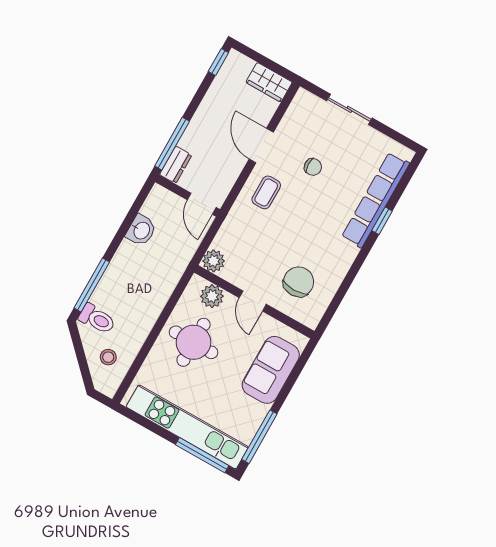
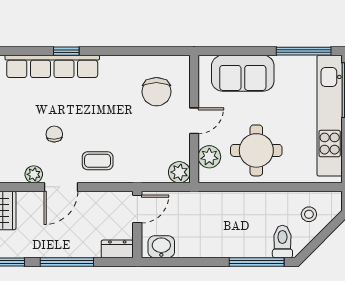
plant: (287, 127) -> (34, 174), added
window: (172, 144) -> (67, 262), moved
washbasin: (141, 230) -> (161, 247), moved
chair: (299, 282) -> (156, 92), turned -90

